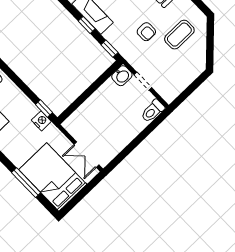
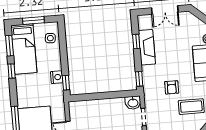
window: (87, 25) -> (136, 42), moved
nightstand: (41, 121) -> (57, 77), moved

